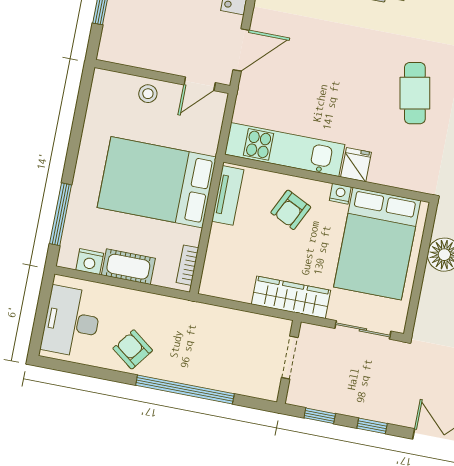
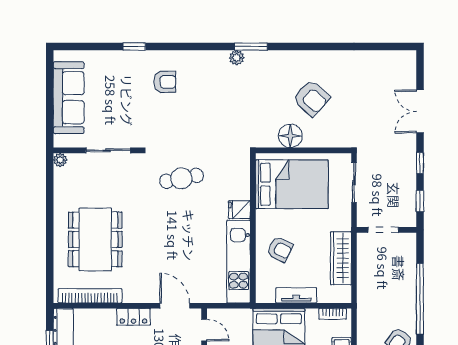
nightstand: (340, 194) -> (262, 217), removed
tv unit: (228, 195) -> (296, 295), moved
wardrobe: (291, 297) -> (341, 258), moved

